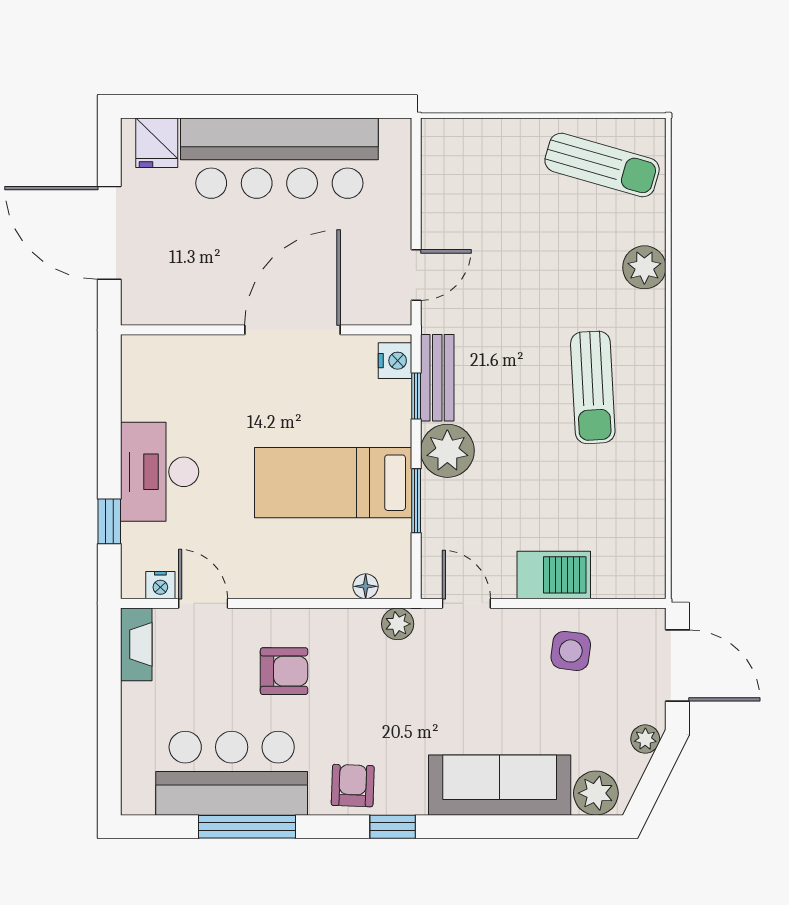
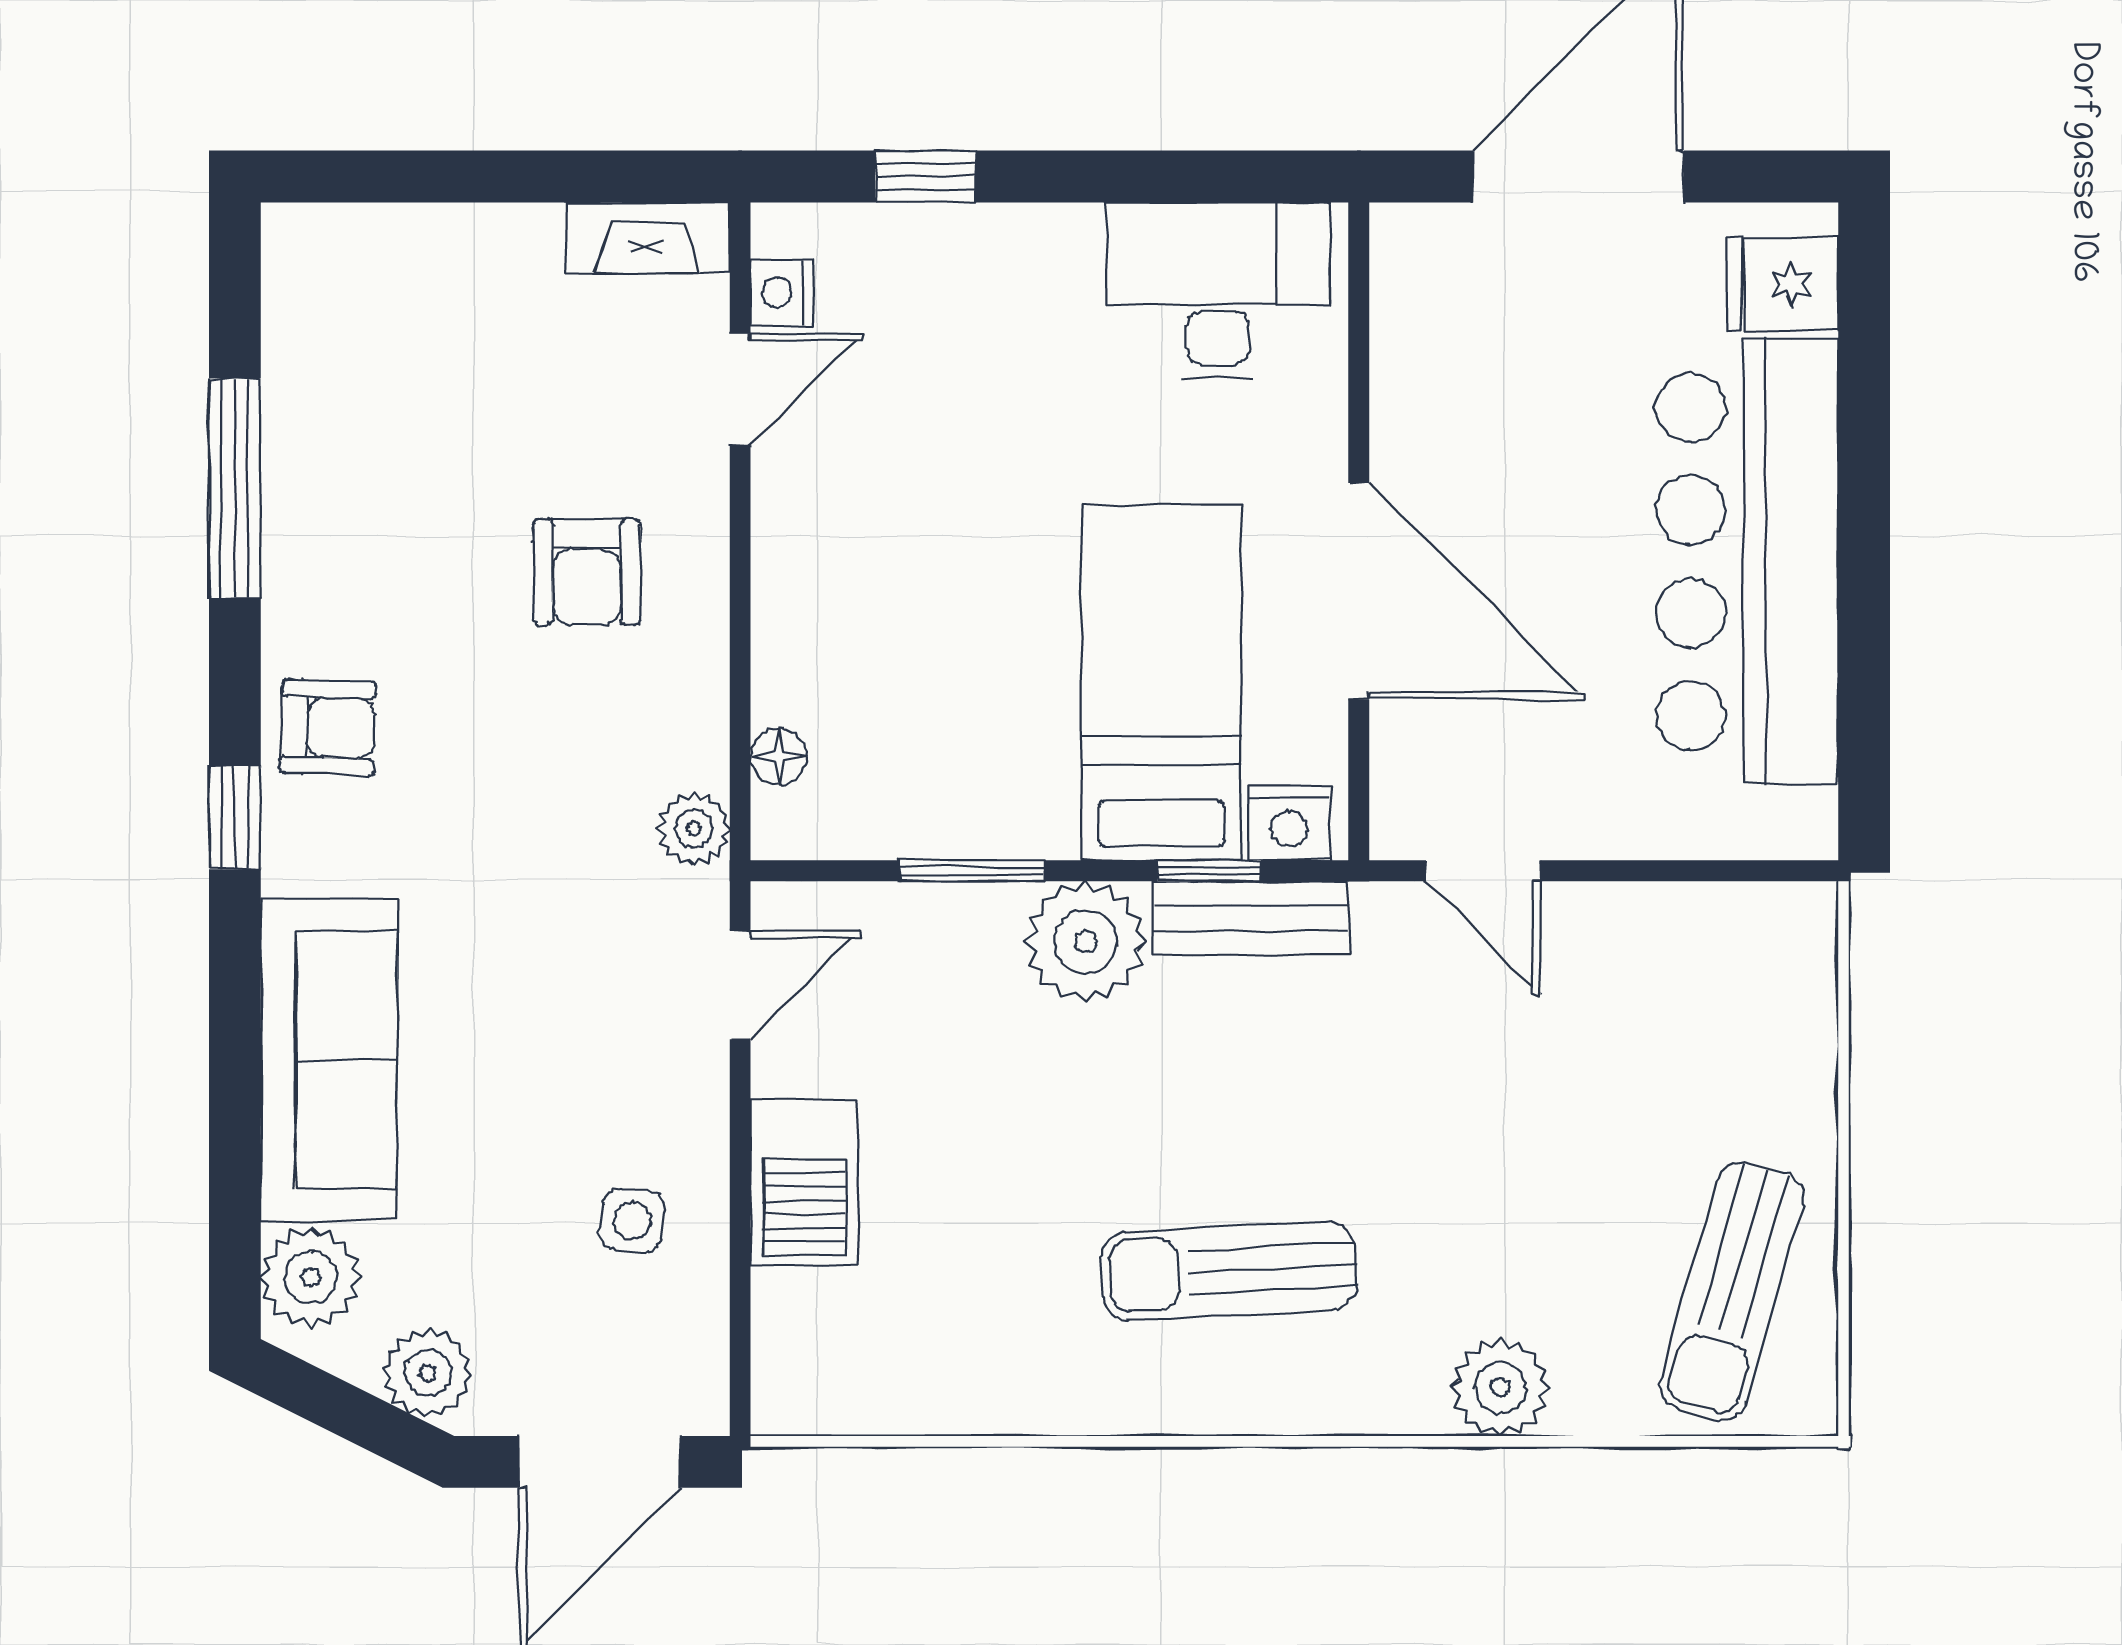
desk: (160, 472) -> (1218, 290), moved
bed: (333, 483) -> (1162, 683), moved
side table: (571, 651) -> (632, 1221), width x0.73, depth x0.73
plant: (645, 739) -> (428, 1373), width x1.38, depth x1.38
bar counter: (232, 773) -> (356, 454), removed

